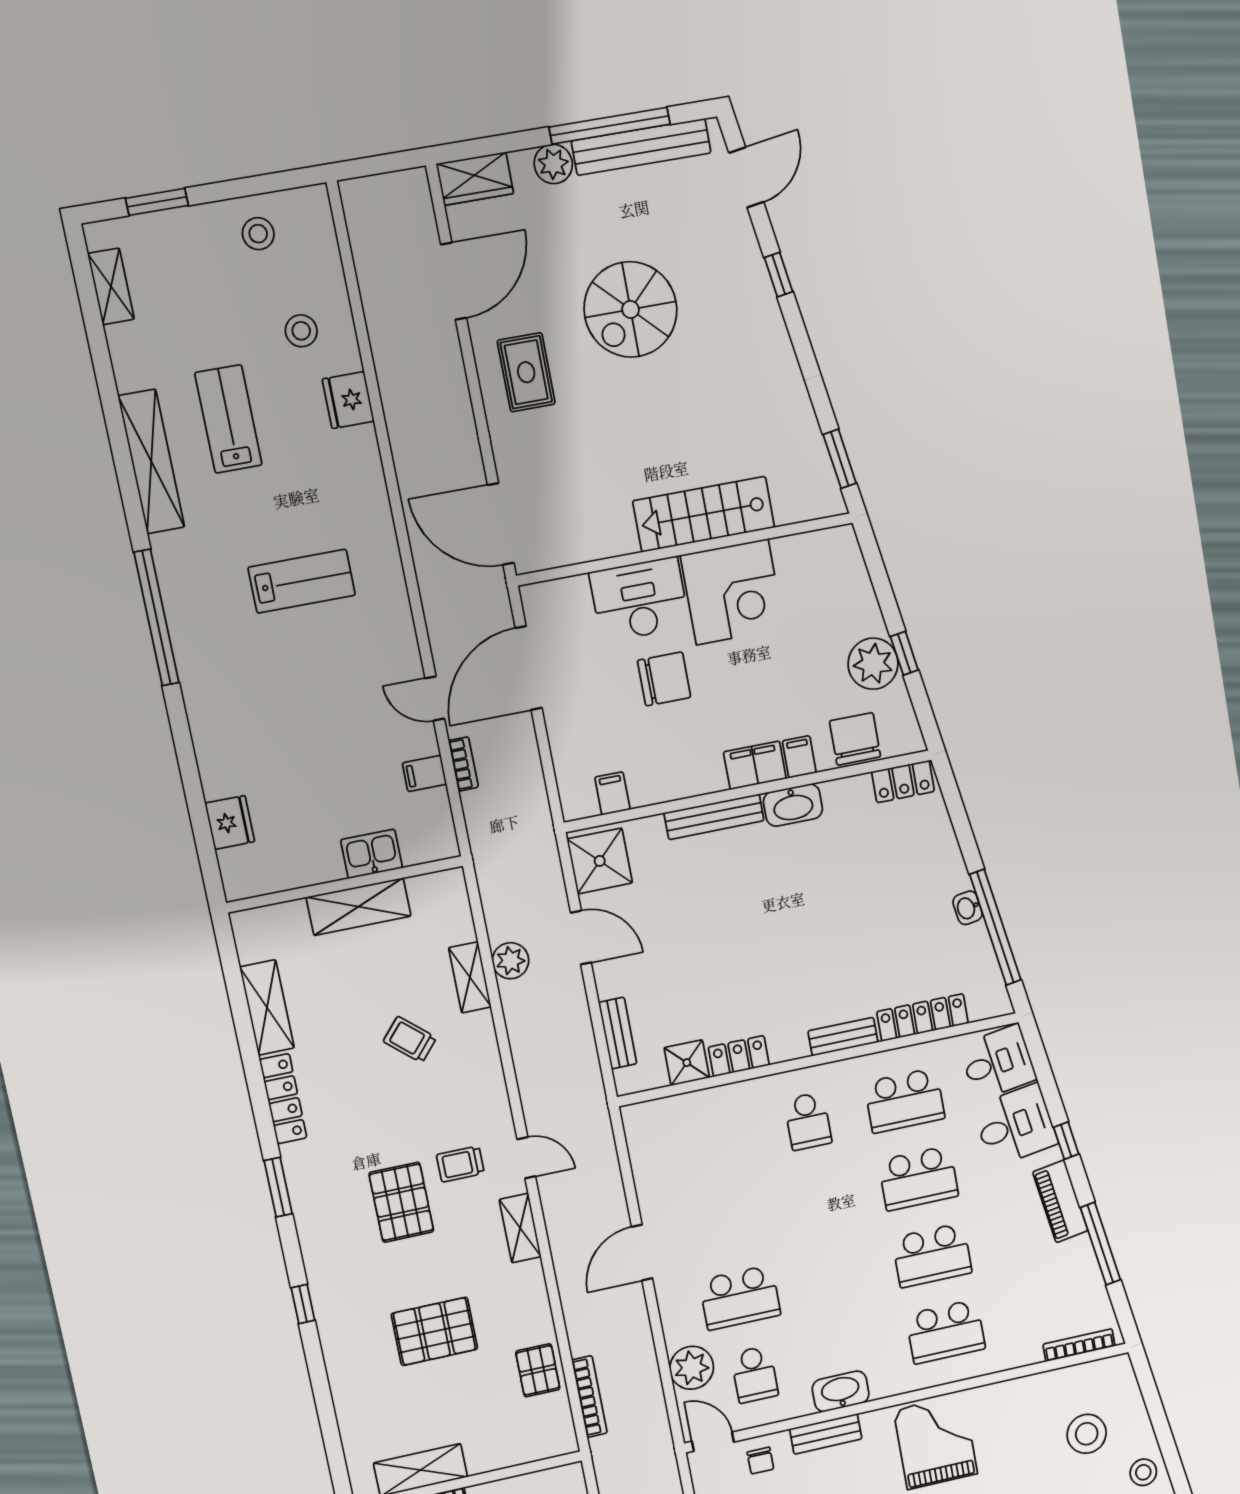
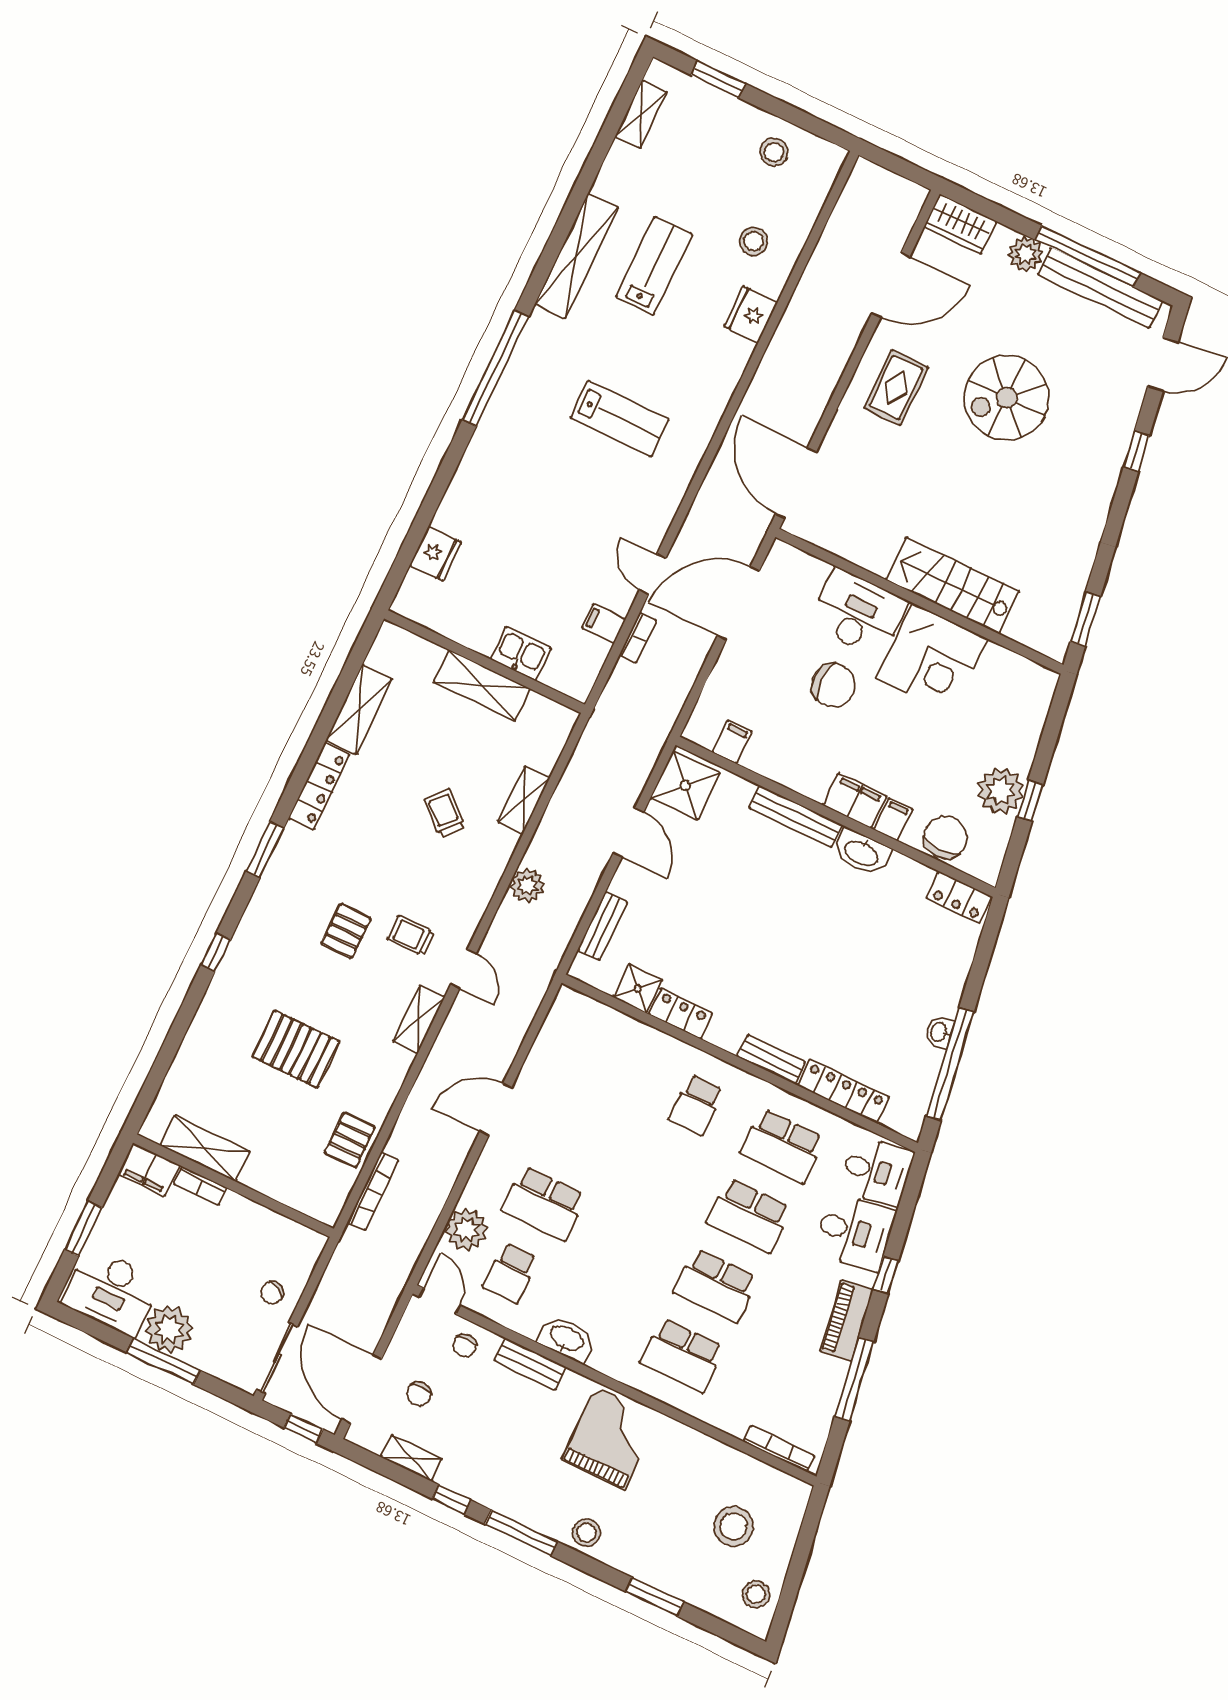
plant: (510, 961) -> (527, 885), moved
pallet: (401, 1202) -> (346, 931), width x0.67, depth x0.71

